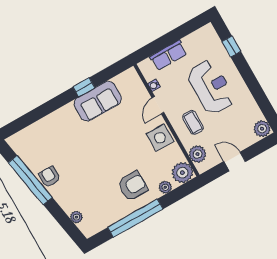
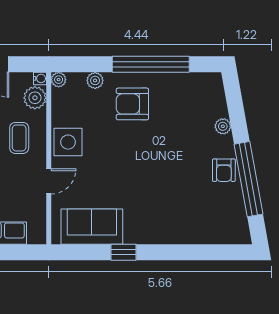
water cooler: (154, 85) -> (40, 78), moved
sofa: (98, 101) -> (92, 227), moved
plant: (182, 173) -> (59, 80), width x0.53, depth x0.53
plant: (76, 217) -> (223, 126), moved

